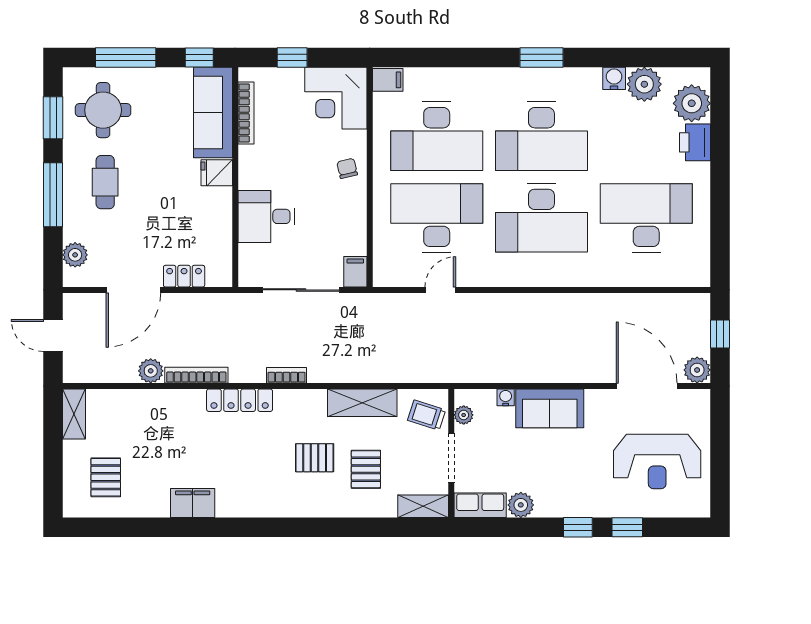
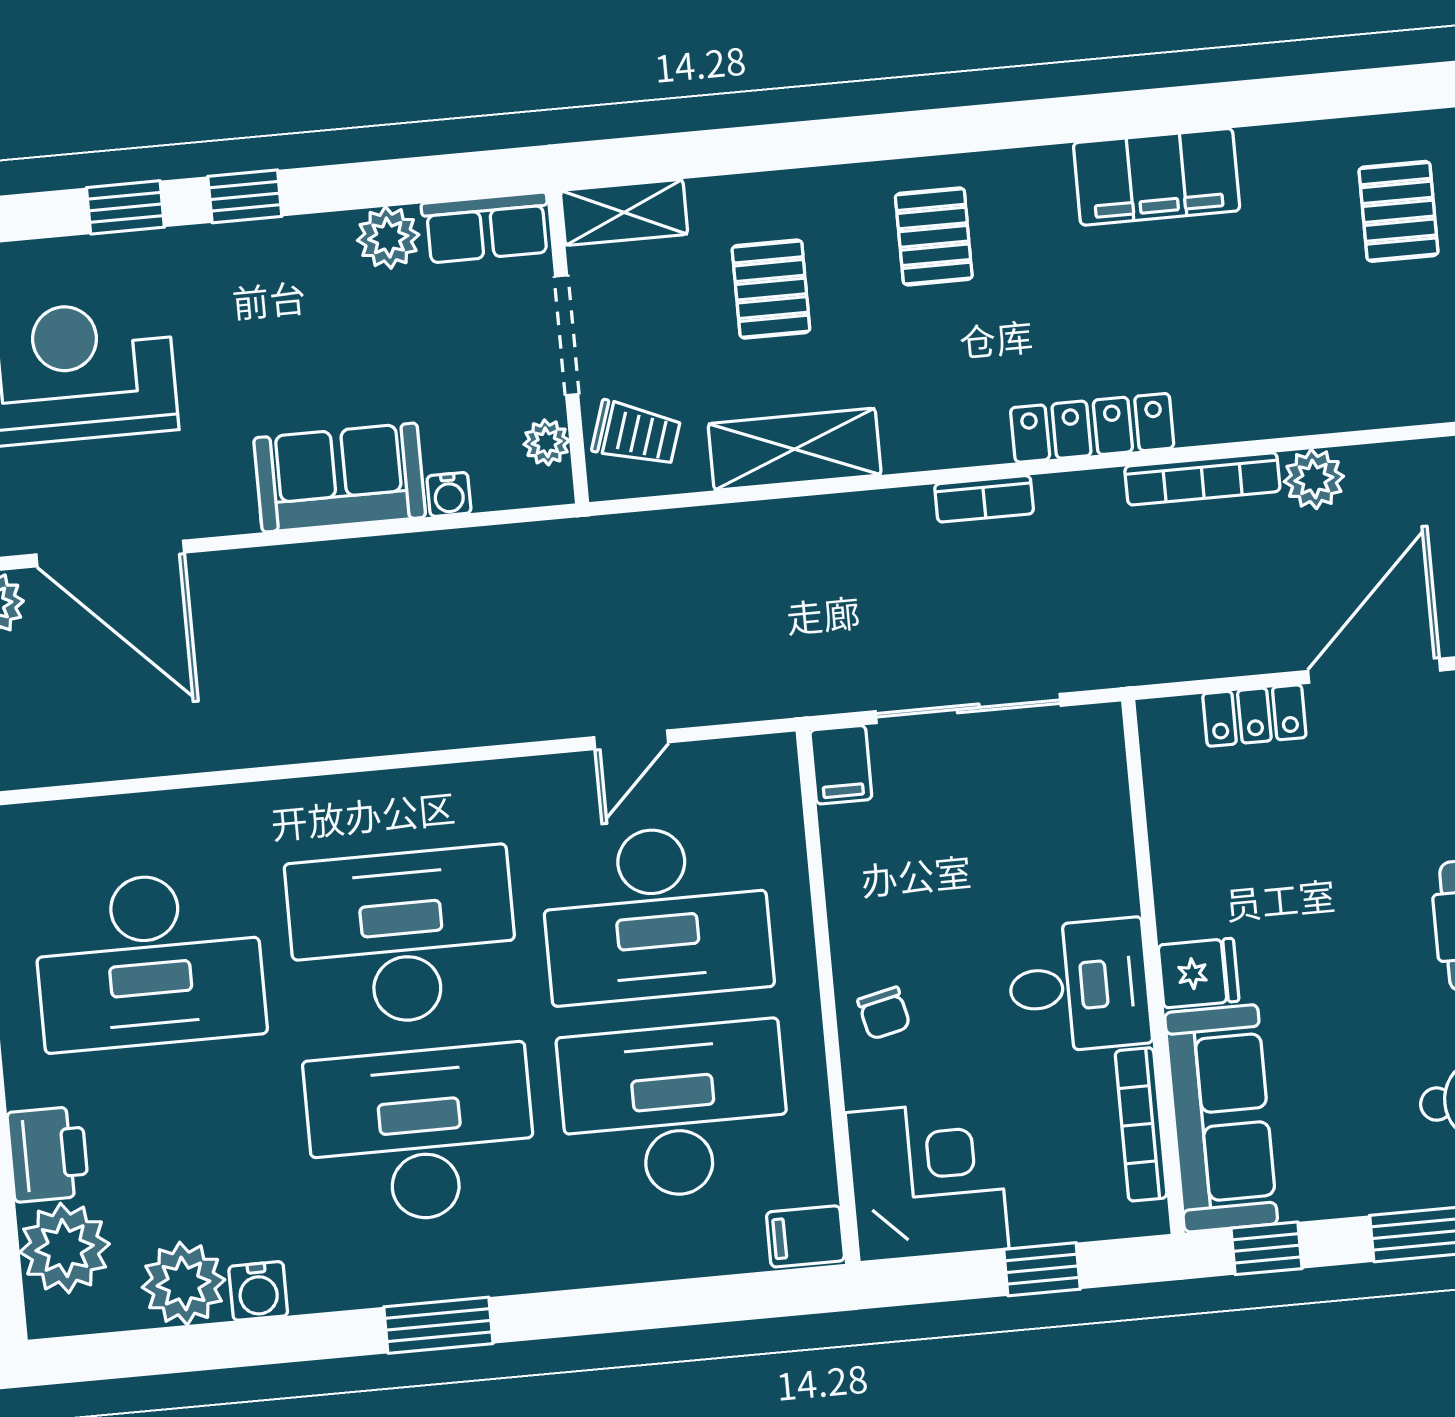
desk: (266, 216) -> (1079, 986), moved
pallet: (315, 458) -> (934, 236), moved, turned 90
filing cabinet: (193, 503) -> (1157, 177), width x1.50, depth x1.17

